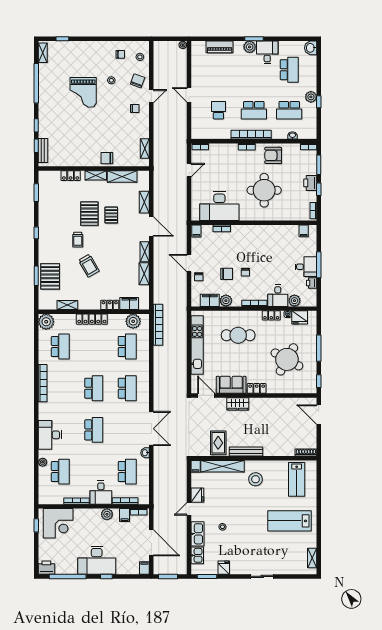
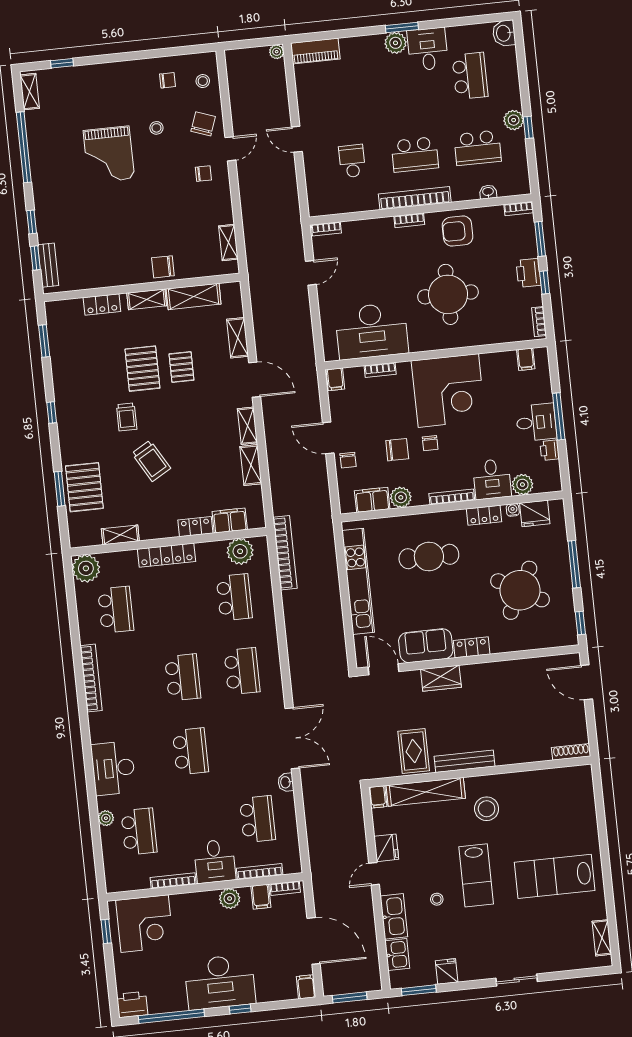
piano: (220, 47) -> (315, 51), moved
corner desk: (259, 244) -> (448, 391), added
lab bench: (297, 479) -> (476, 875), moved

